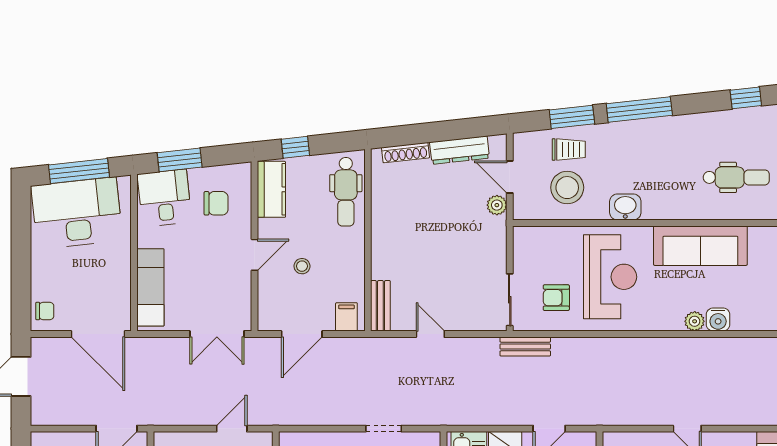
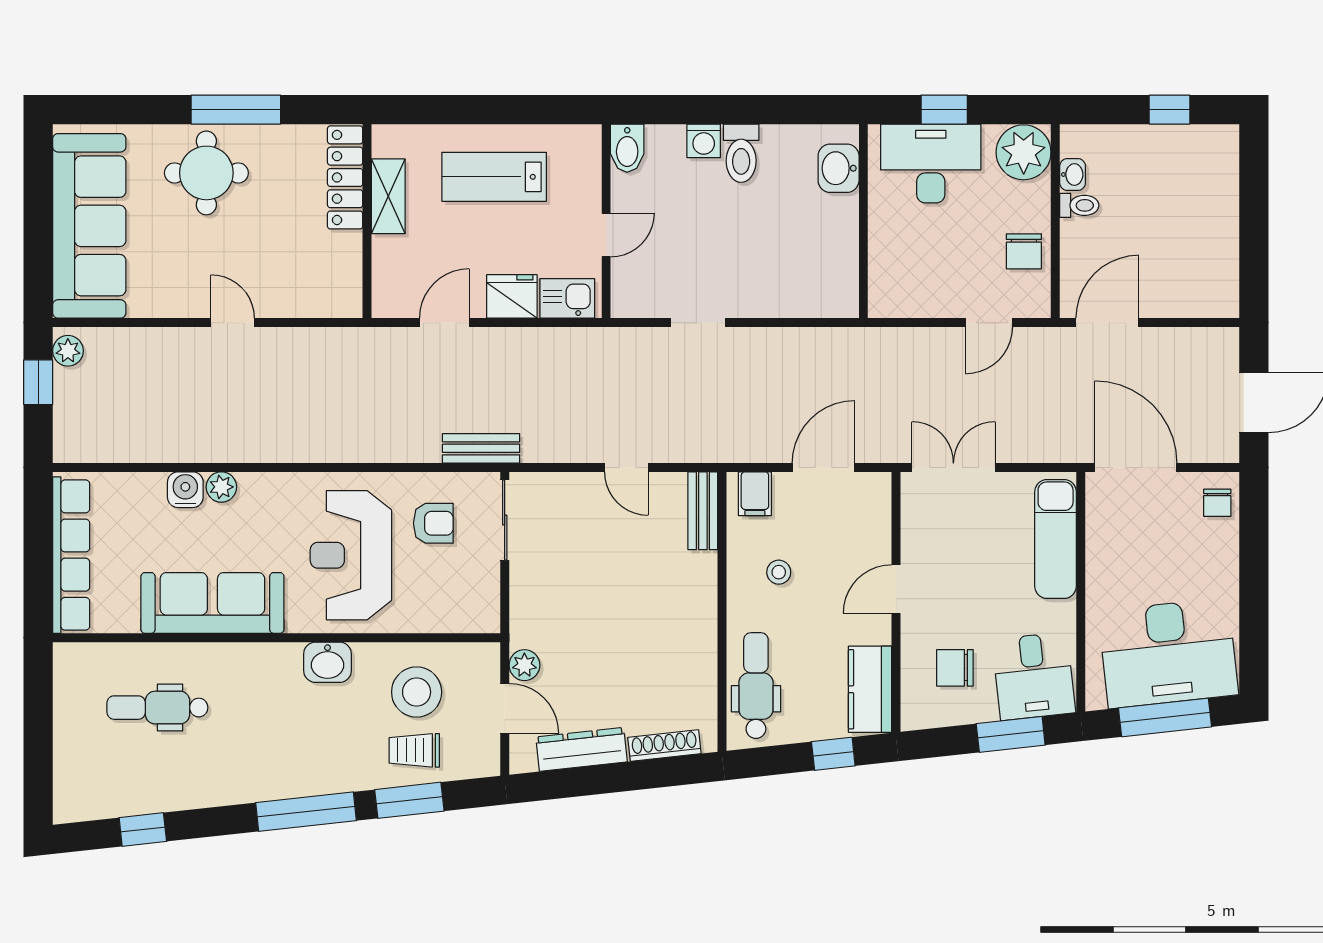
stool: (302, 266) -> (779, 572), moved
chair: (45, 311) -> (1217, 503), turned -90
door: (232, 429) -> (989, 323), moved

